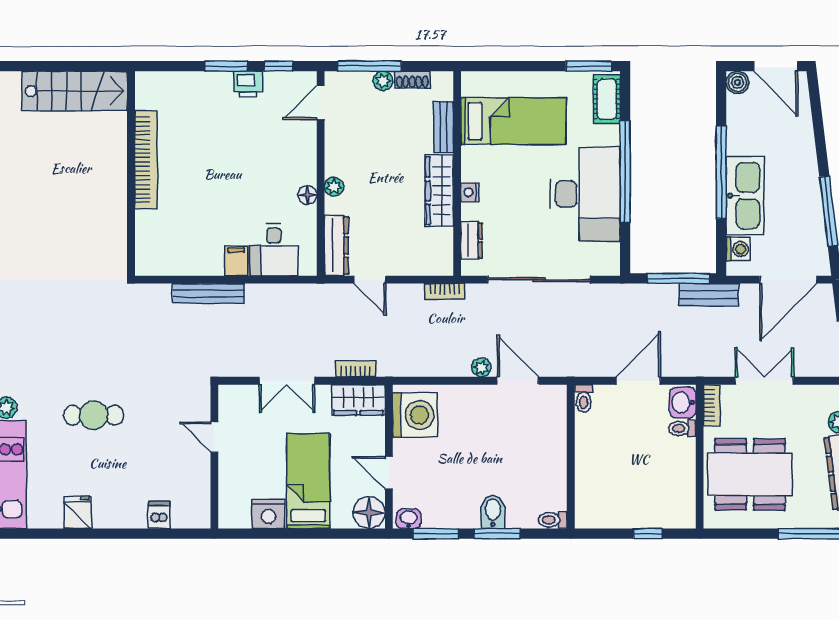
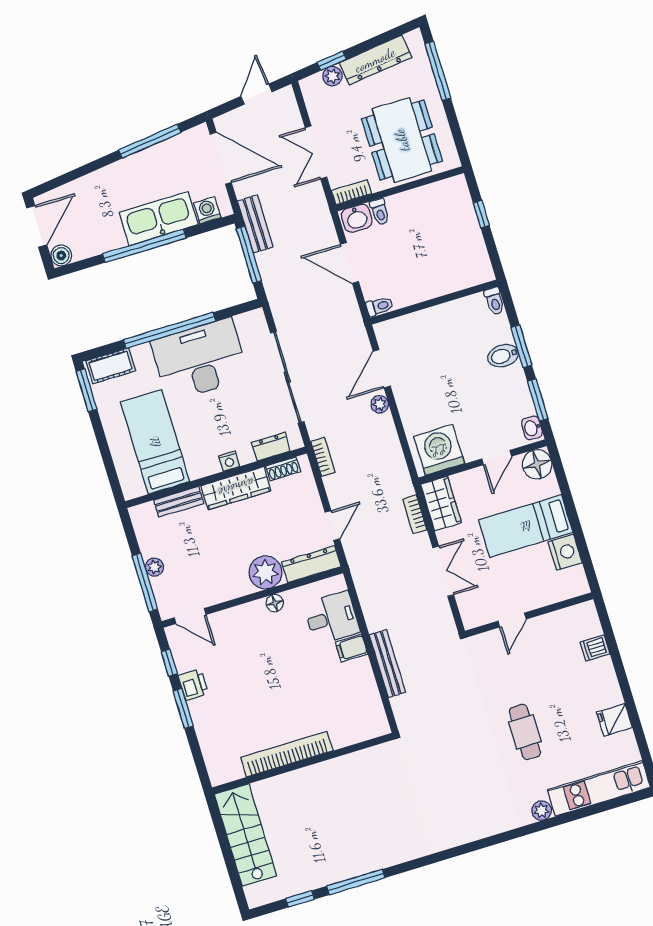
shoe rack: (412, 80) -> (283, 469), moved, turned 90
plant: (334, 187) -> (265, 572), width x1.88, depth x1.88

